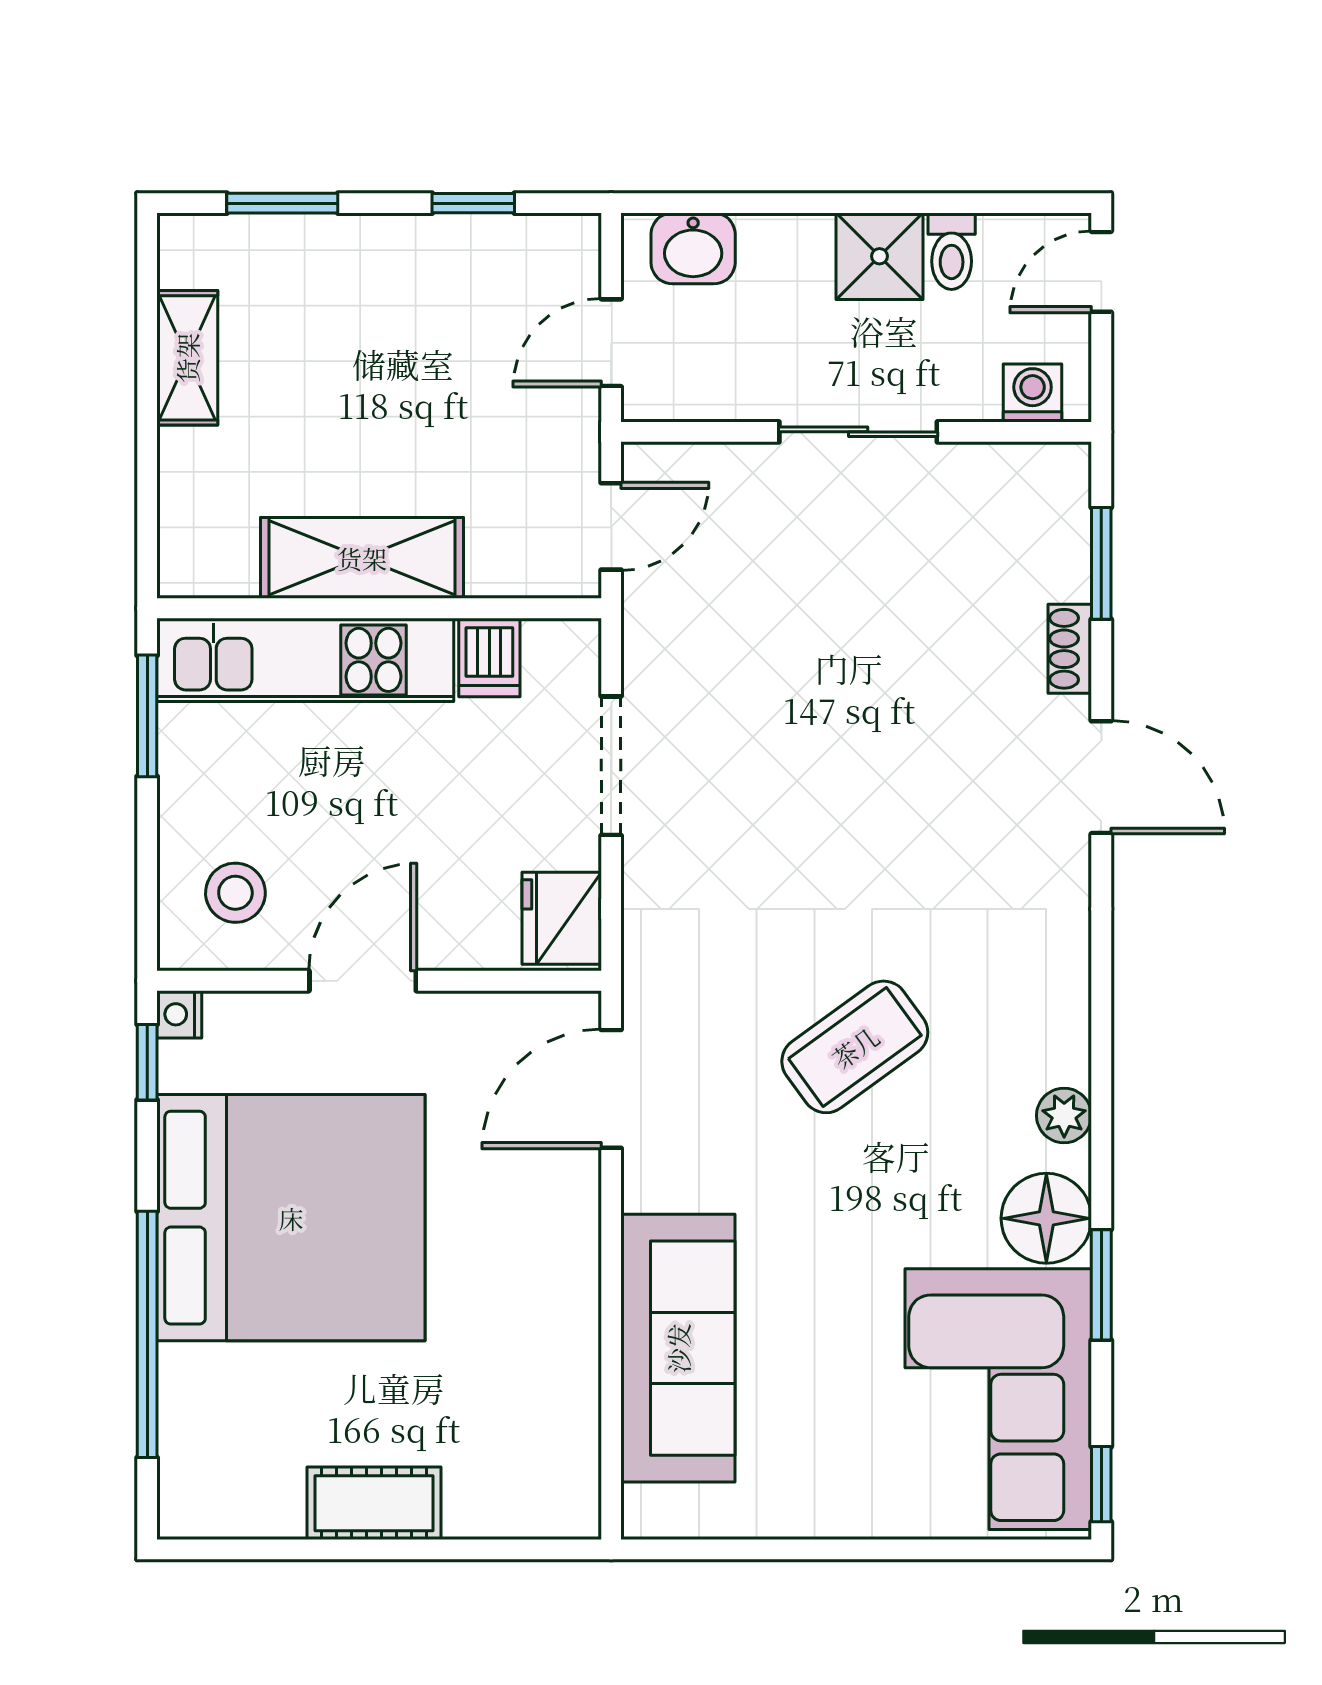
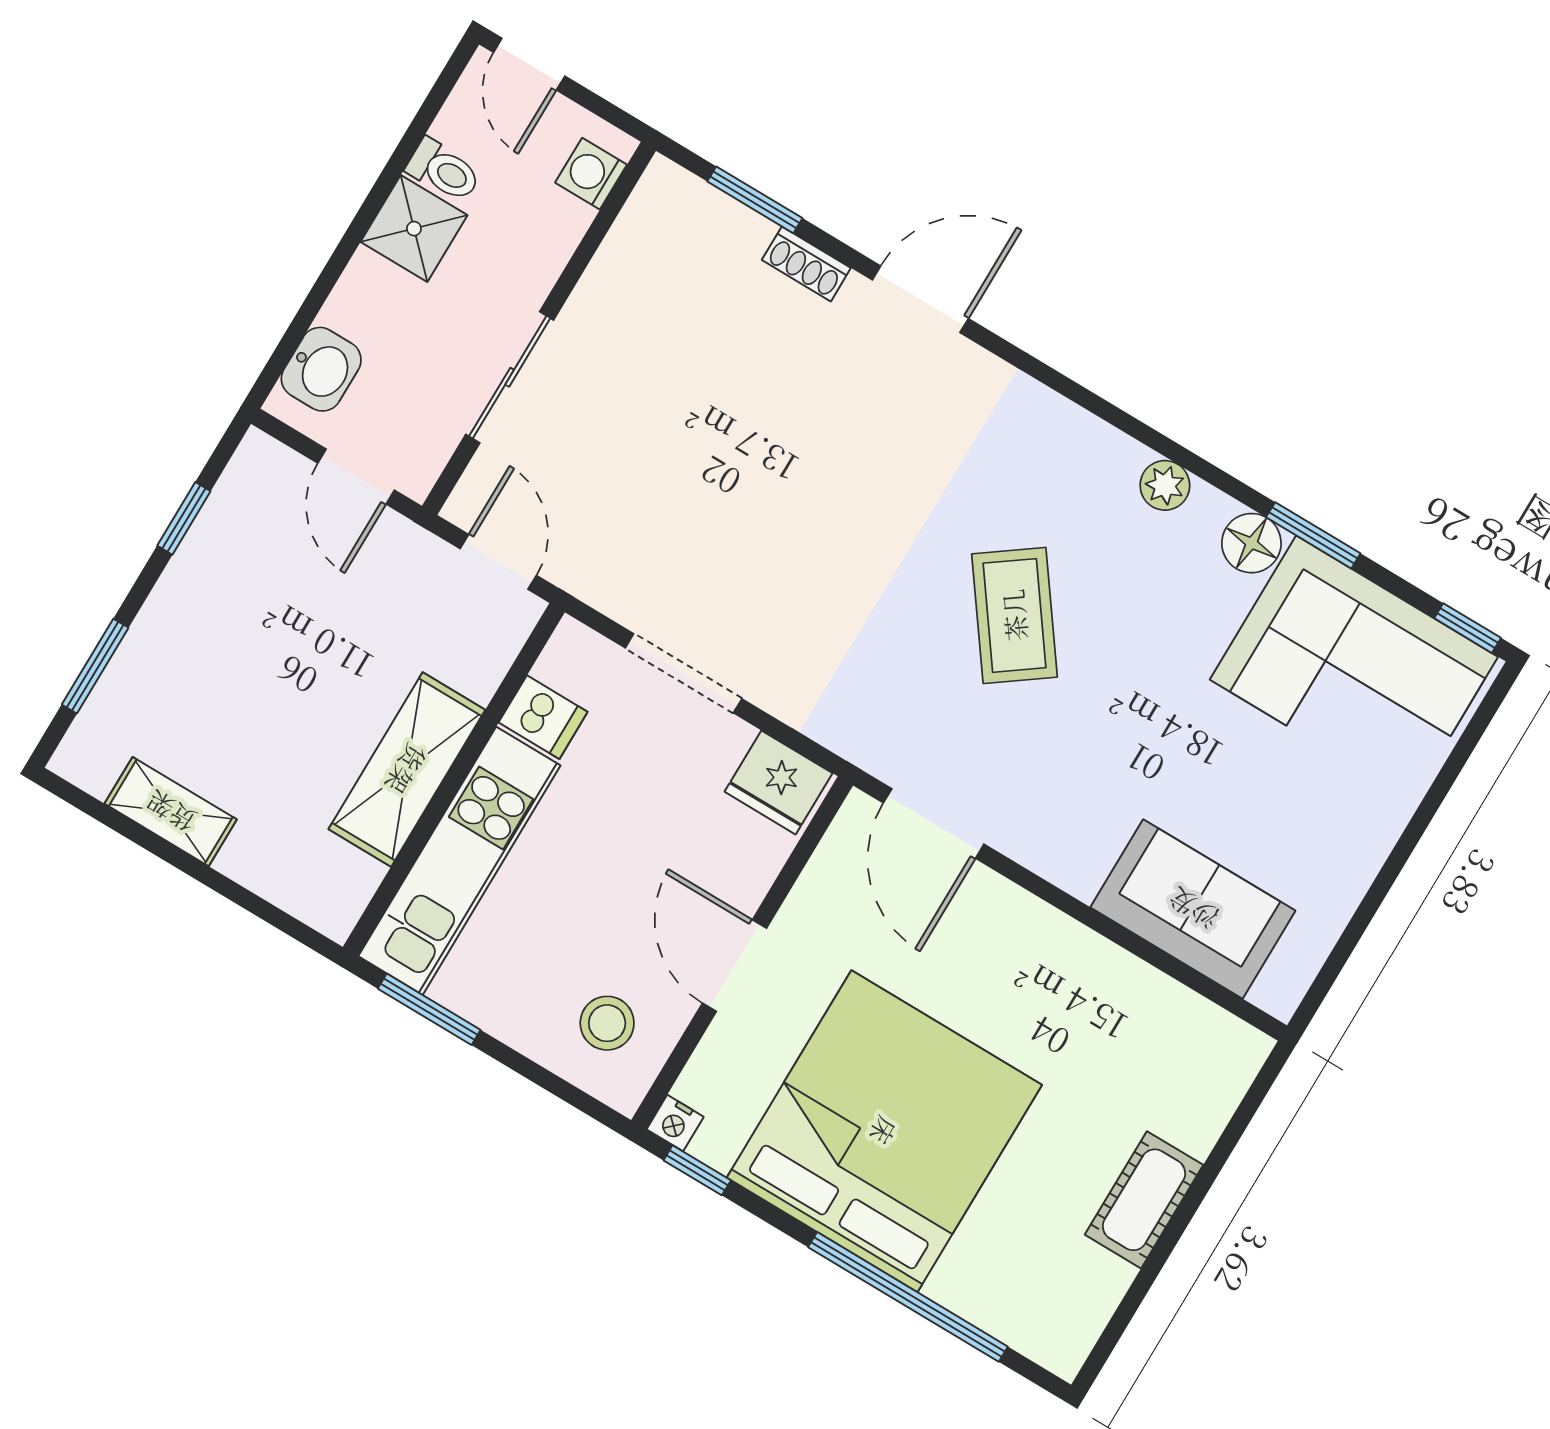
sliding door: (858, 432) -> (510, 377), moved
floor lamp: (1046, 1218) -> (1251, 543), width x0.73, depth x0.73
sofa: (678, 1348) -> (1193, 909), width x0.73

